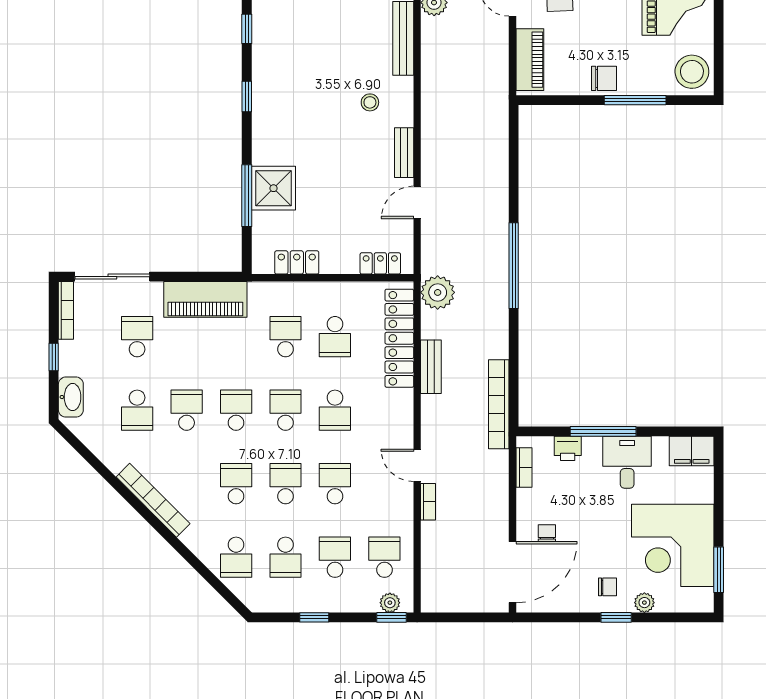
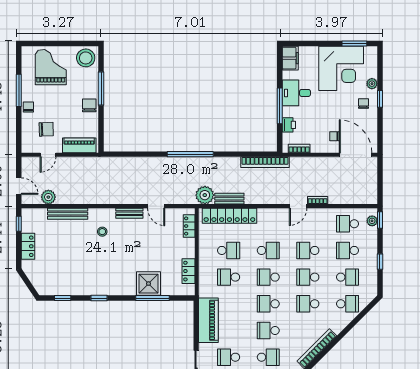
bench: (431, 367) -> (229, 199), moved

